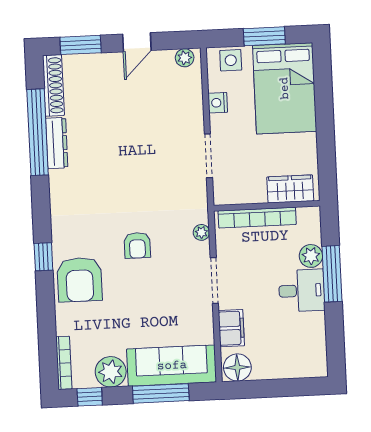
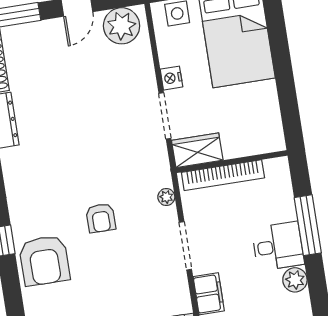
plant: (185, 58) -> (122, 26), width x1.87, depth x1.87
nightstand: (218, 103) -> (171, 78), moved
wardrobe: (290, 189) -> (197, 150), moved
plant: (311, 256) -> (295, 280), moved

